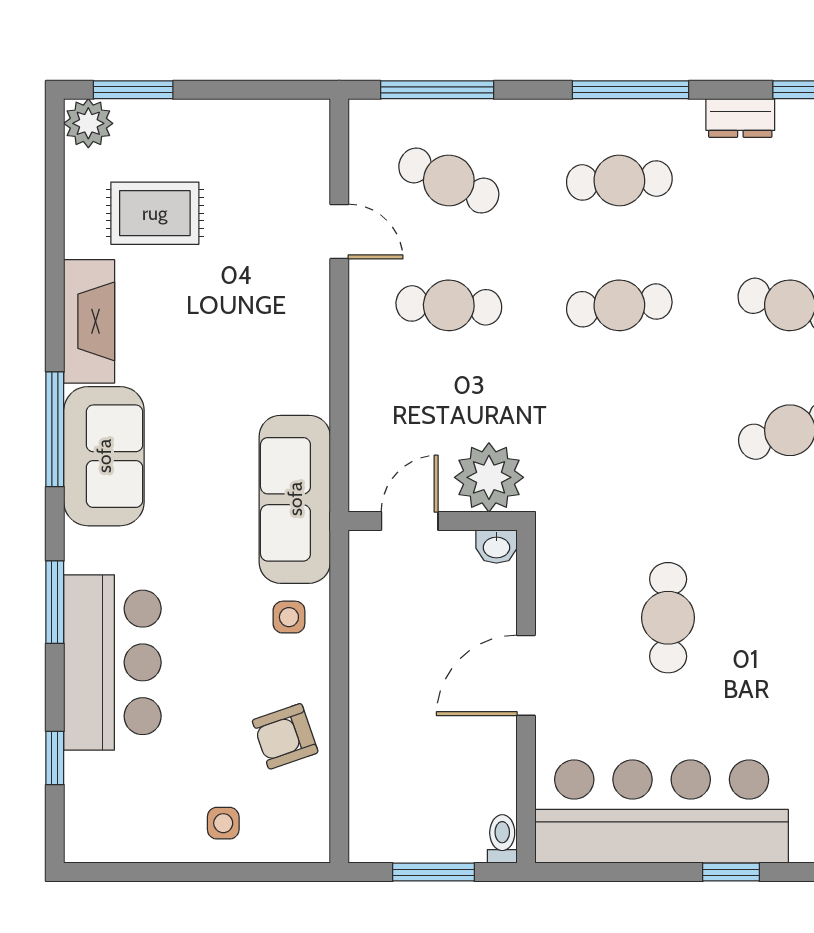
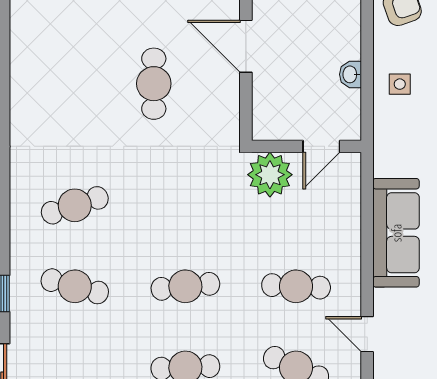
sofa: (295, 499) -> (396, 233), moved
washbasin: (496, 547) -> (351, 74), moved, turned -90
door: (526, 675) -> (246, 46), swing flipped

